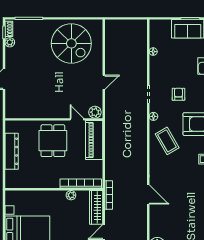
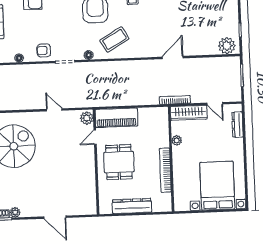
armchair: (178, 94) -> (44, 50), moved
dining table: (53, 141) -> (119, 162), turned 90
bookcase: (81, 184) -> (165, 170), moved

